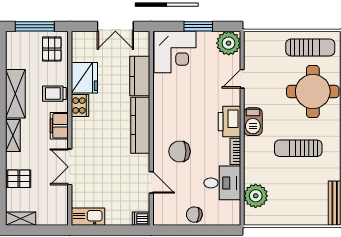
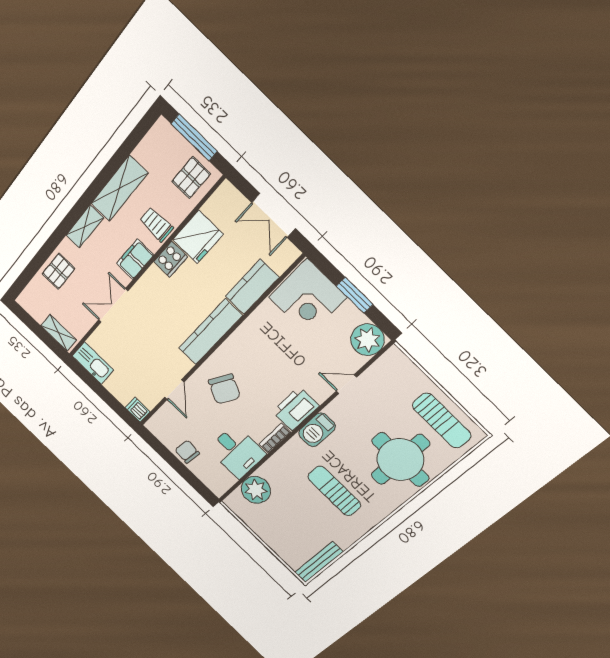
chair: (179, 151) -> (224, 389), turned -152
pallet: (19, 179) -> (59, 271), turned 90
shelving: (21, 219) -> (59, 333), moved

